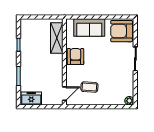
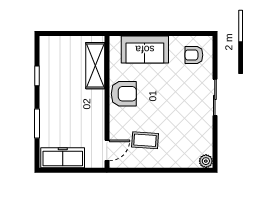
armchair: (122, 31) -> (194, 55), width x0.53, depth x0.53
armchair: (75, 57) -> (124, 94), turned 90
freezer: (31, 99) -> (63, 158), width x1.40

